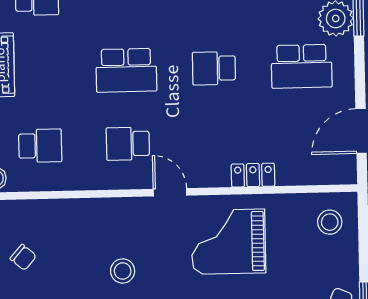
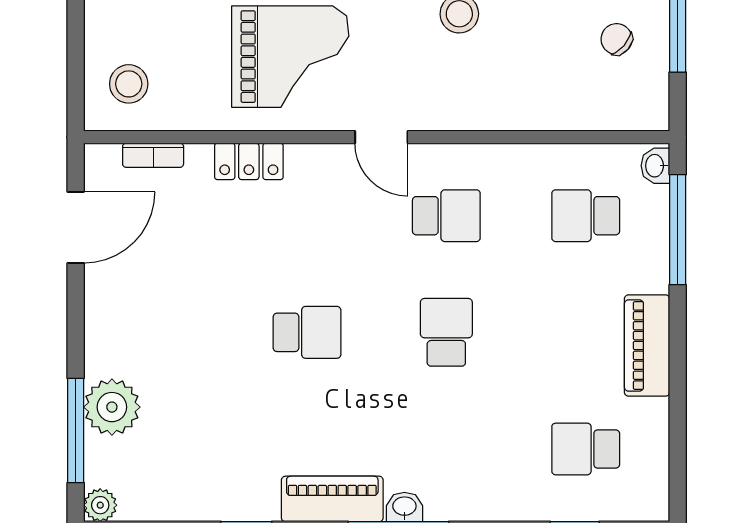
school desk: (302, 66) -> (168, 332), removed
school desk: (126, 70) -> (446, 332), width x0.54
bookcase: (313, 178) -> (153, 155), added

